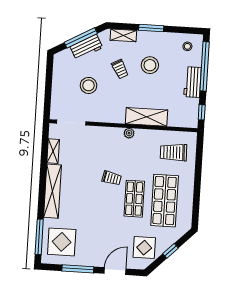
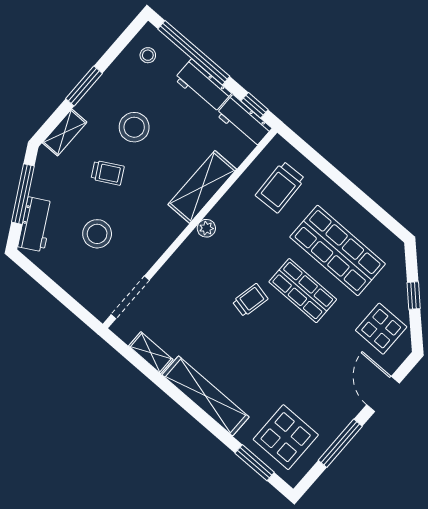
workbench: (86, 47) -> (36, 224), moved
workbench: (191, 113) -> (244, 121), added
window: (39, 237) -> (255, 463), width x0.69

